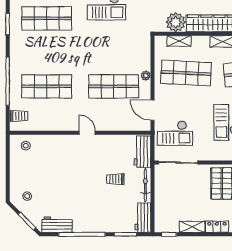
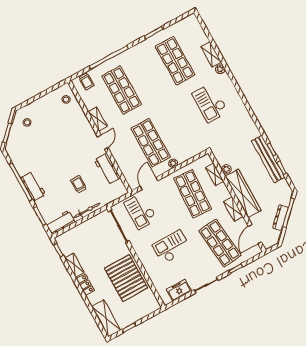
plant: (176, 22) -> (226, 169), width x0.53, depth x0.53
shelving: (62, 125) -> (98, 119), added
workbench: (142, 152) -> (107, 169), moved, turned -90
workbench: (57, 225) -> (33, 186), moved

